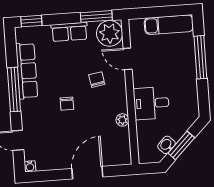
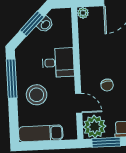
window: (200, 57) -> (12, 79), moved
stool: (174, 67) -> (37, 95), added
plant: (122, 120) -> (83, 13), moved

